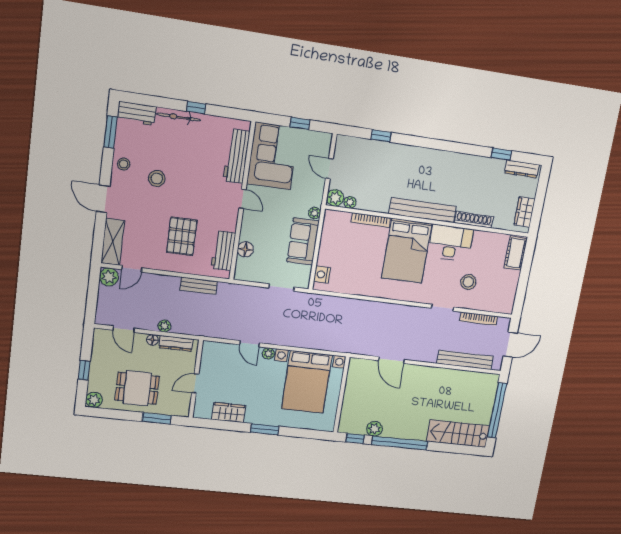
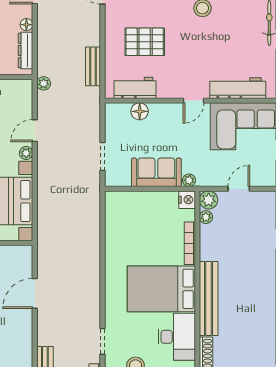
nightstand: (322, 275) -> (187, 200), moved, turned 90
plant: (164, 326) -> (44, 83), moved

